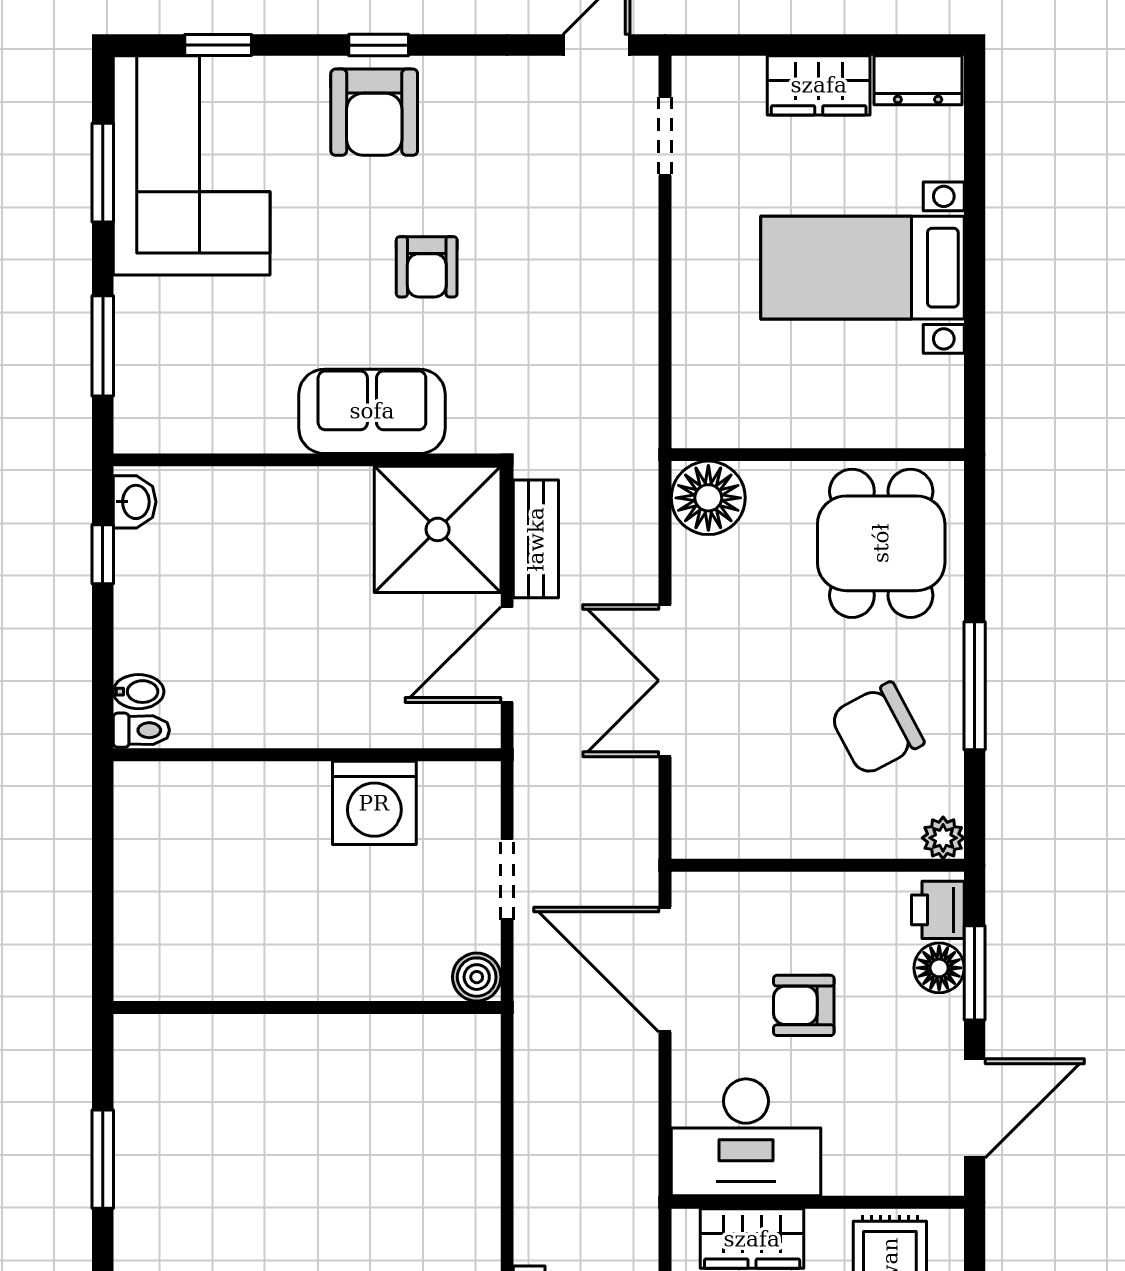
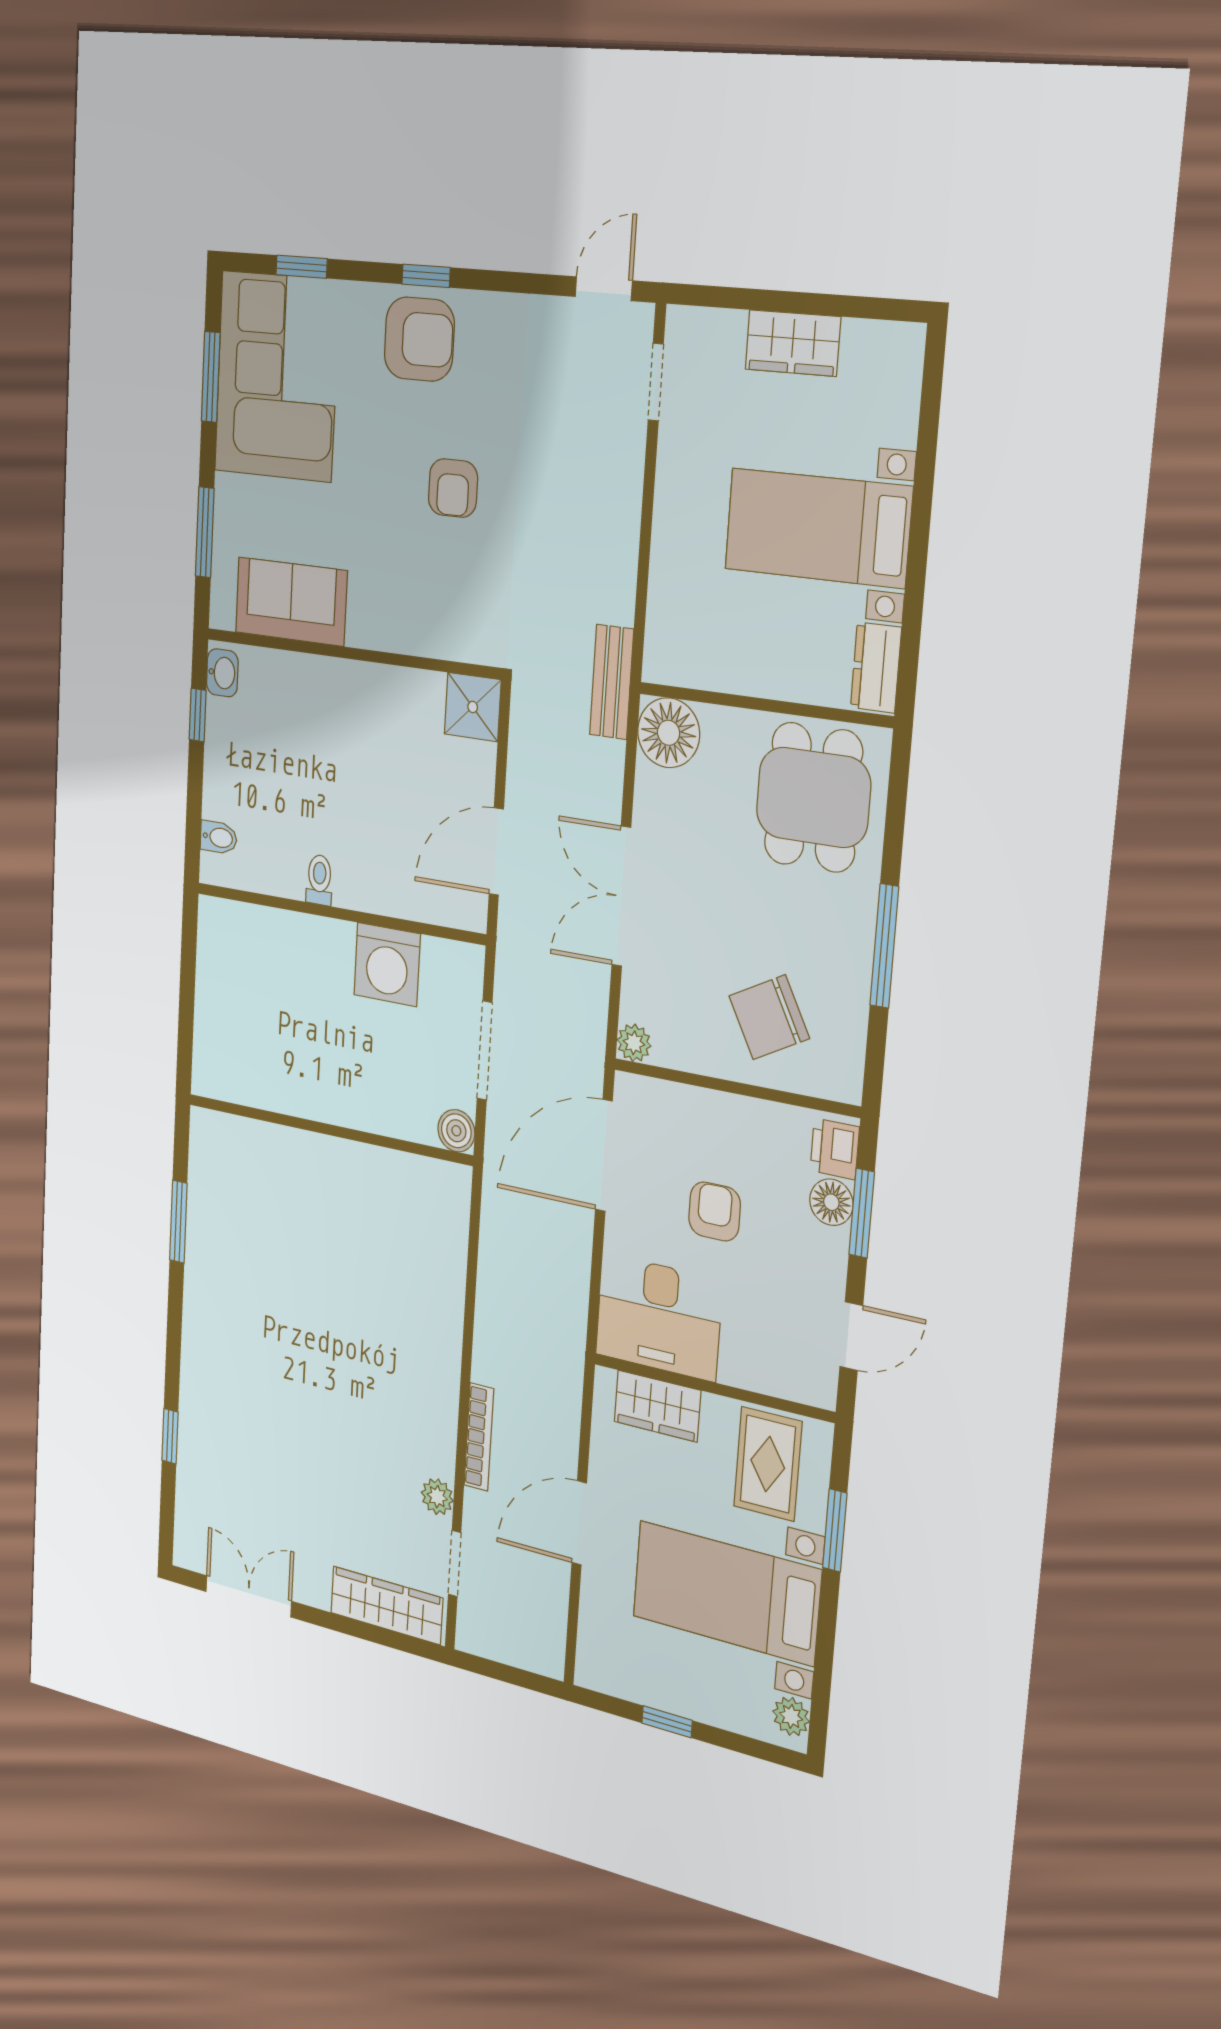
dresser: (918, 80) -> (876, 668), moved, turned 90
armchair: (374, 112) -> (419, 339), turned -90
sofa: (372, 411) -> (291, 602), moved
shower: (438, 529) -> (473, 707), width x0.54, depth x0.54
bench: (536, 539) -> (612, 682), moved
chair: (877, 729) -> (769, 1017), moved
toilet: (141, 730) -> (319, 880), moved, turned -90
plant: (943, 838) -> (634, 1043), moved
doorway: (507, 879) -> (485, 1051), width x1.38
door: (665, 969) -> (604, 1155), hinge flipped
armchair: (804, 1005) -> (715, 1211), turned 90
door: (975, 1108) -> (851, 1336), width x0.73

